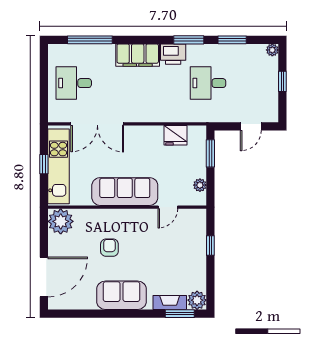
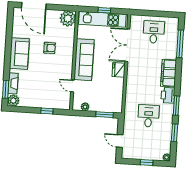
fridge: (176, 135) -> (119, 70), moved

